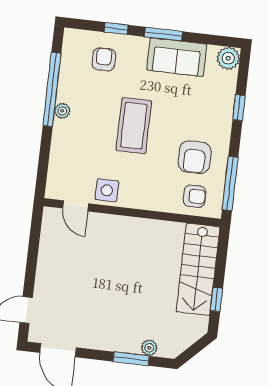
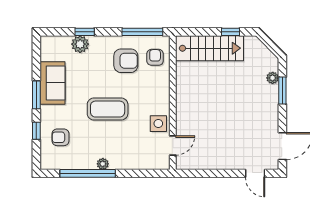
plant: (228, 58) -> (80, 44), moved

